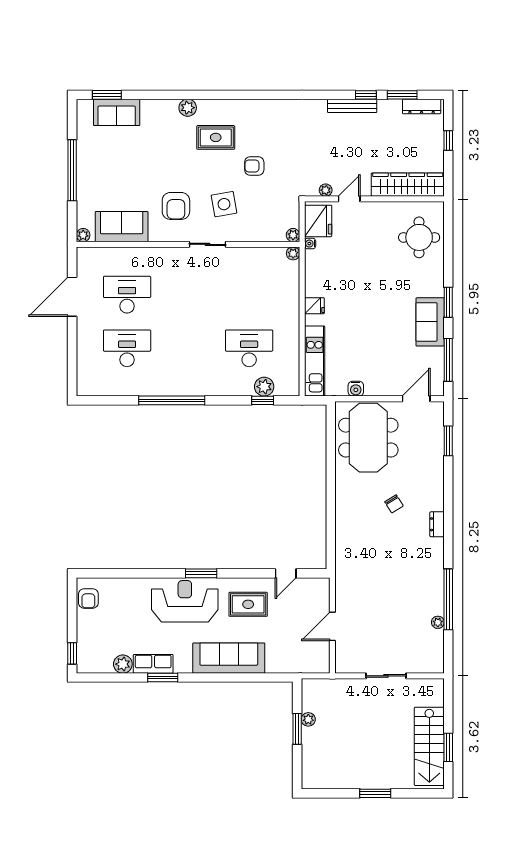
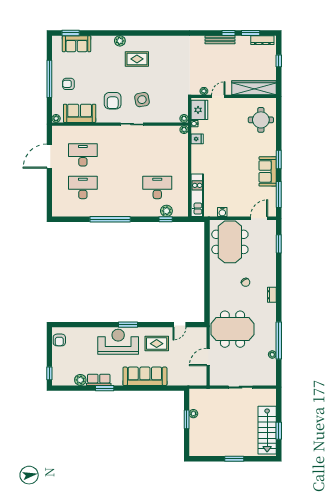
armchair: (254, 166) -> (68, 84), moved
fridge: (314, 306) -> (197, 139), moved
meeting table: (373, 581) -> (233, 329), added

